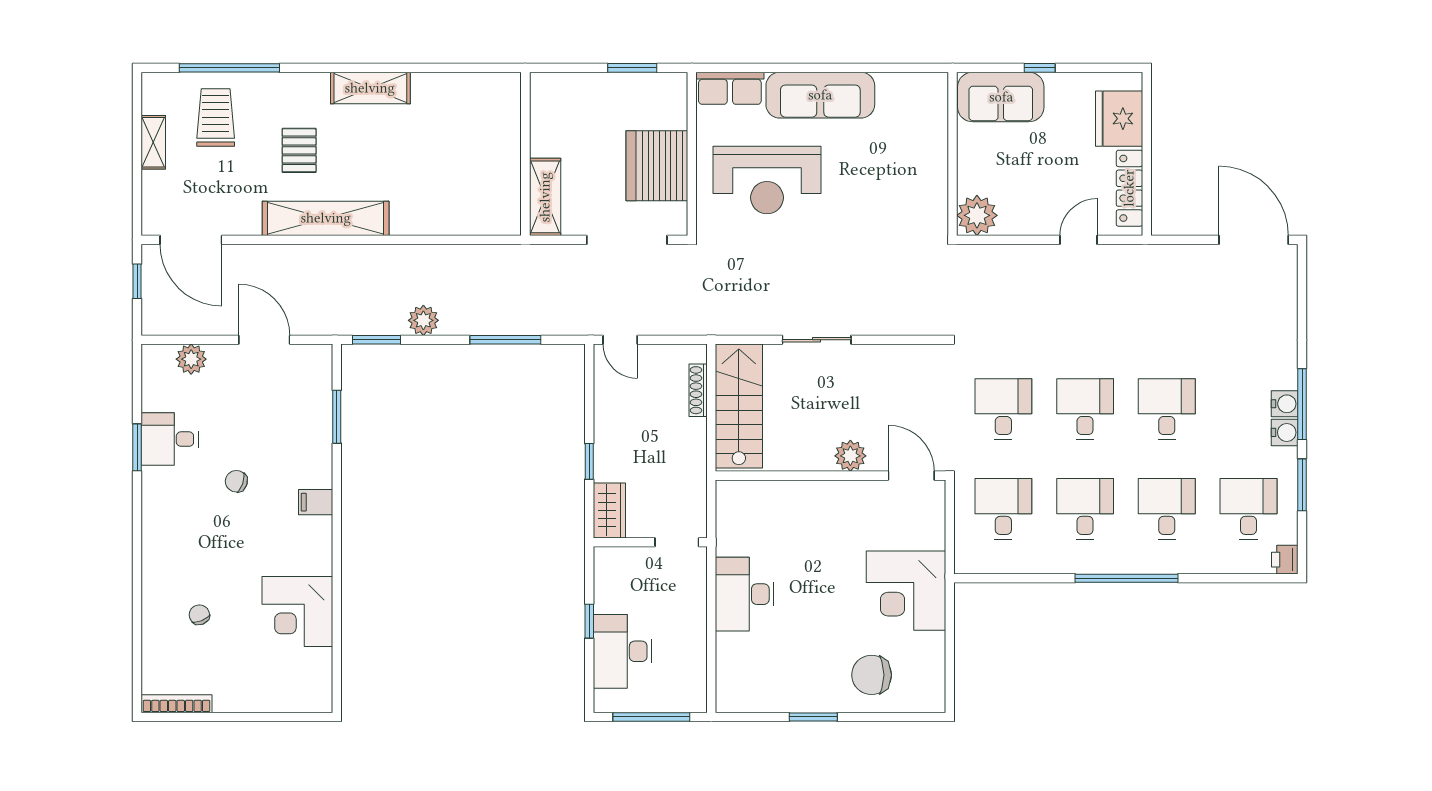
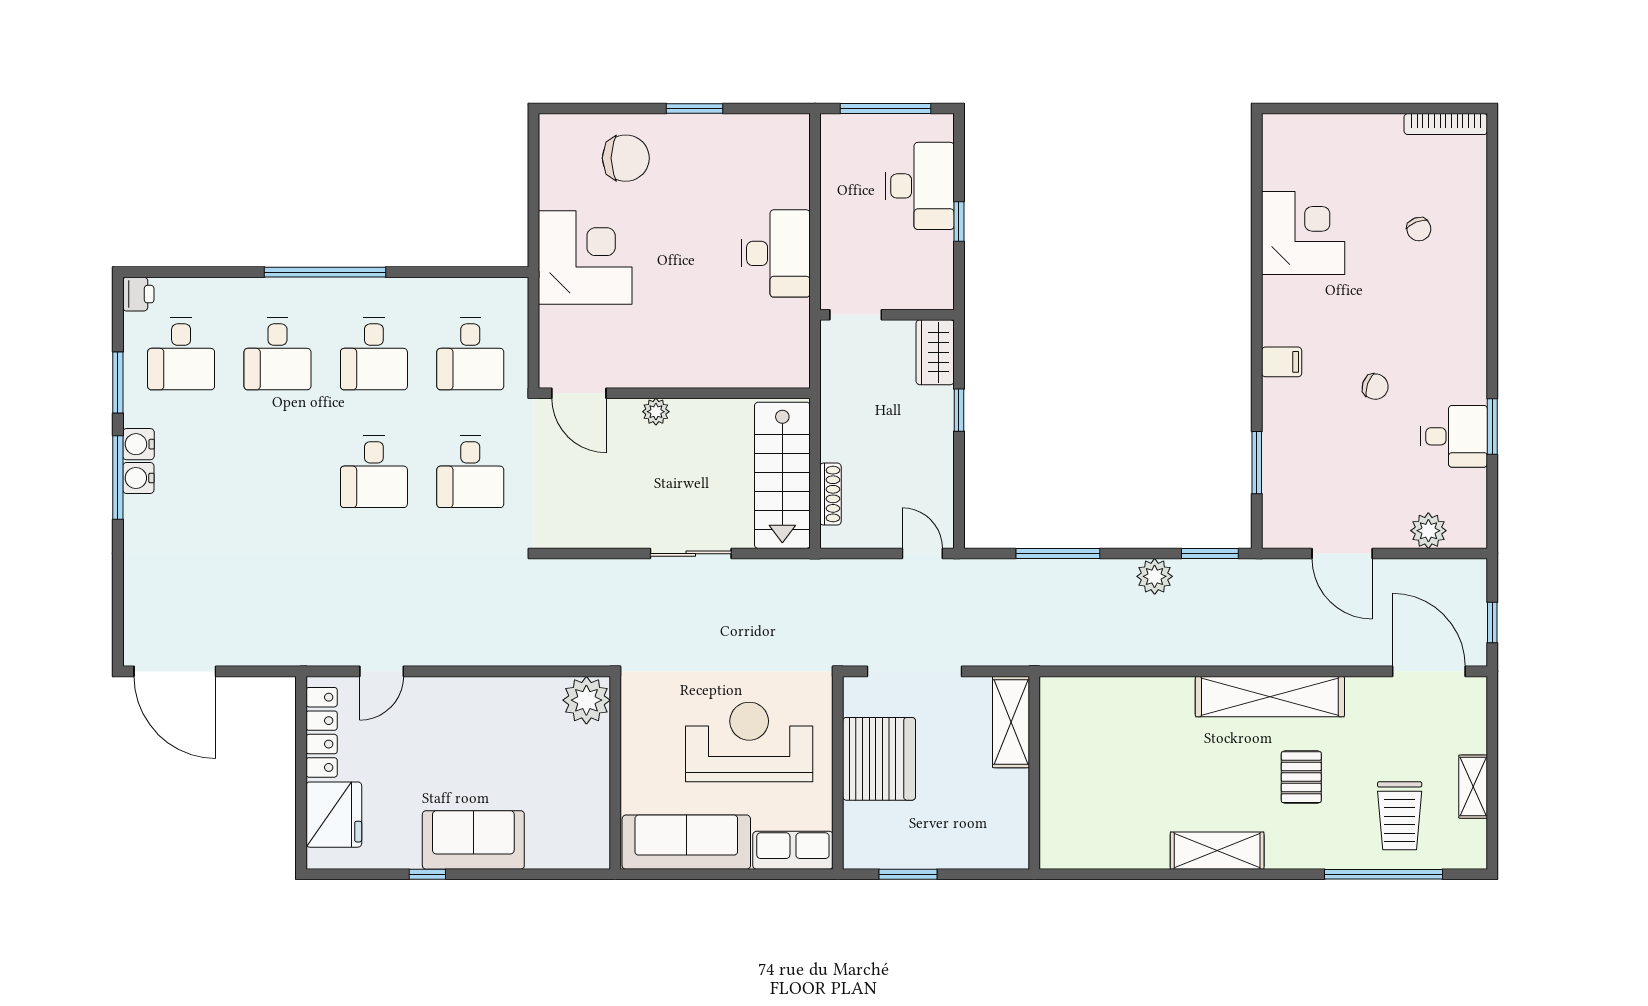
wall: (953, 154) -> (615, 773), moved
plant: (977, 215) -> (586, 700), moved
desk: (1167, 409) -> (277, 472), removed
plant: (850, 456) -> (656, 412), width x0.73, depth x0.73

